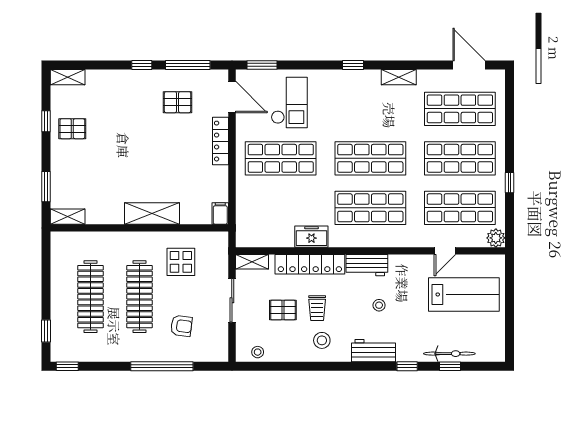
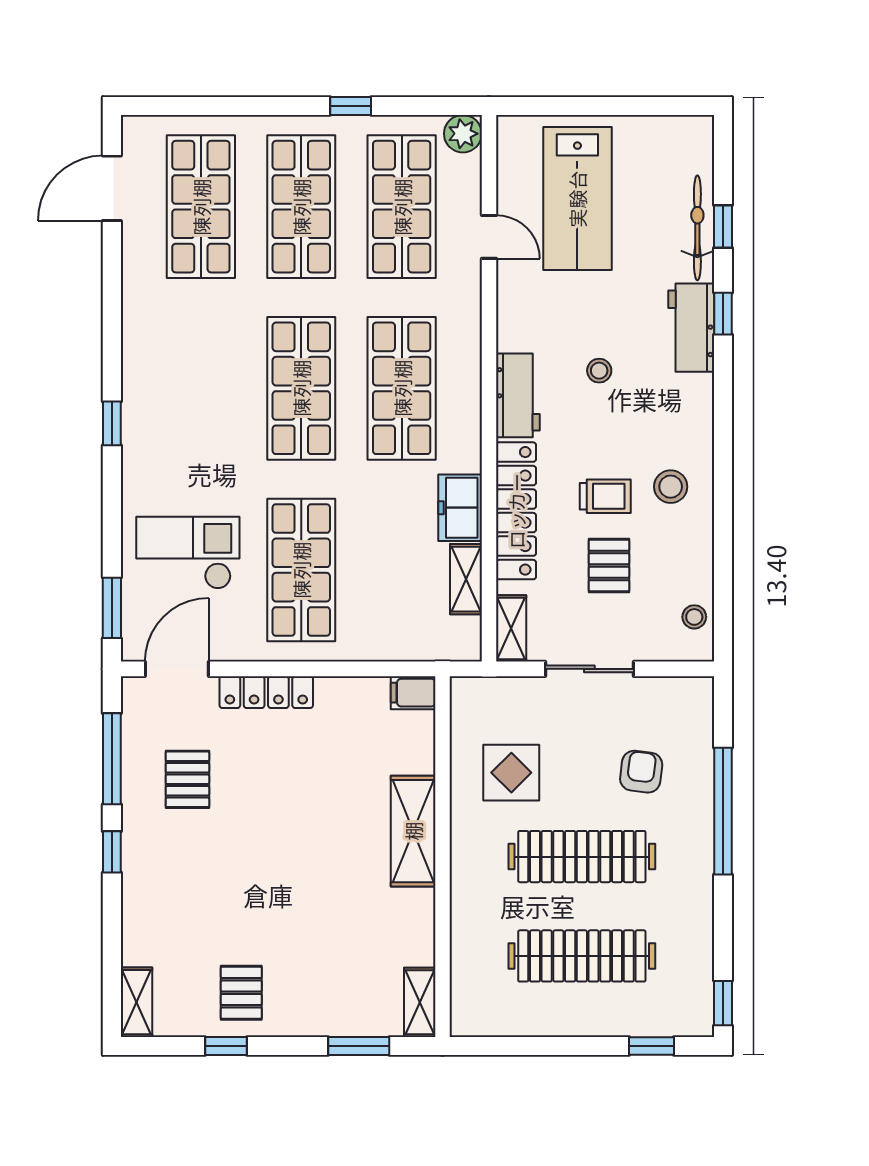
shelving: (399, 77) -> (466, 579), moved
lab bench: (464, 294) -> (577, 199), turned 180
workbench: (374, 351) -> (691, 328), moved

